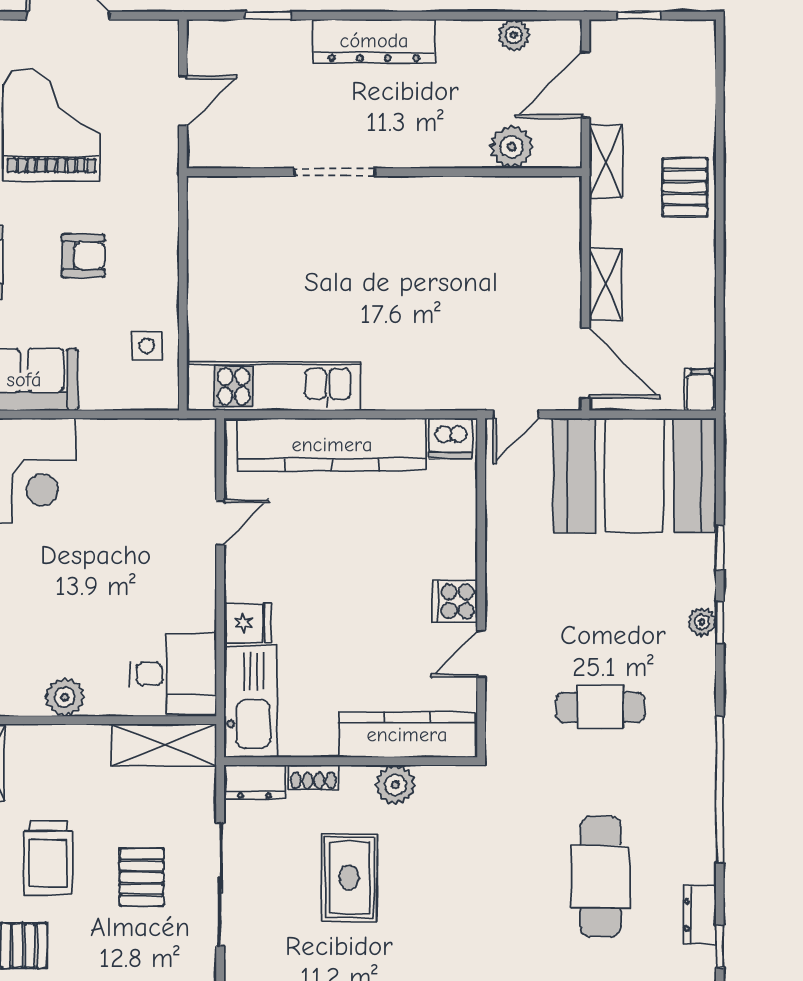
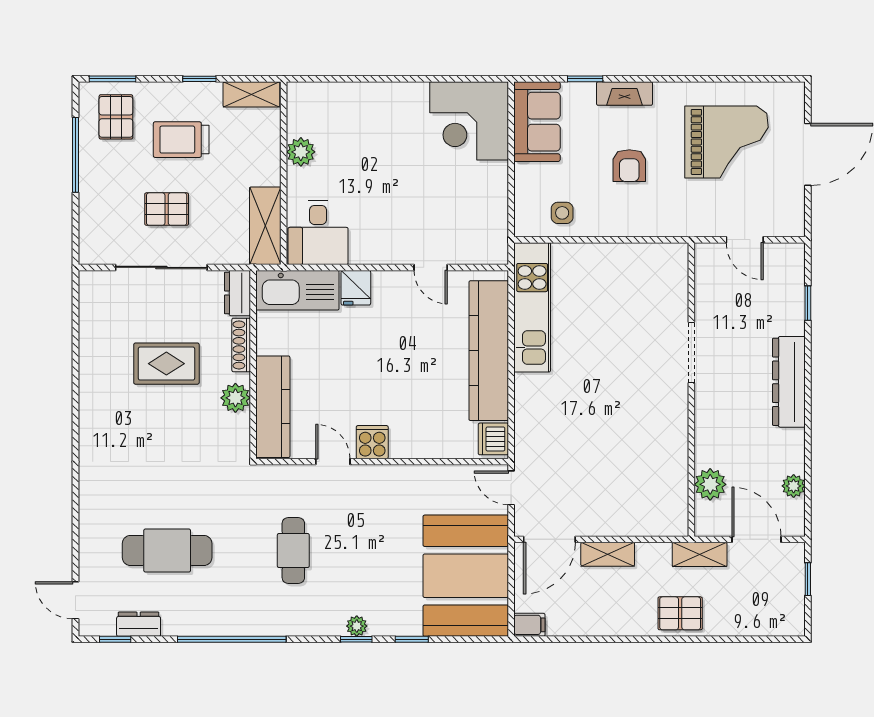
shoe rack: (313, 777) -> (241, 345), width x1.43

